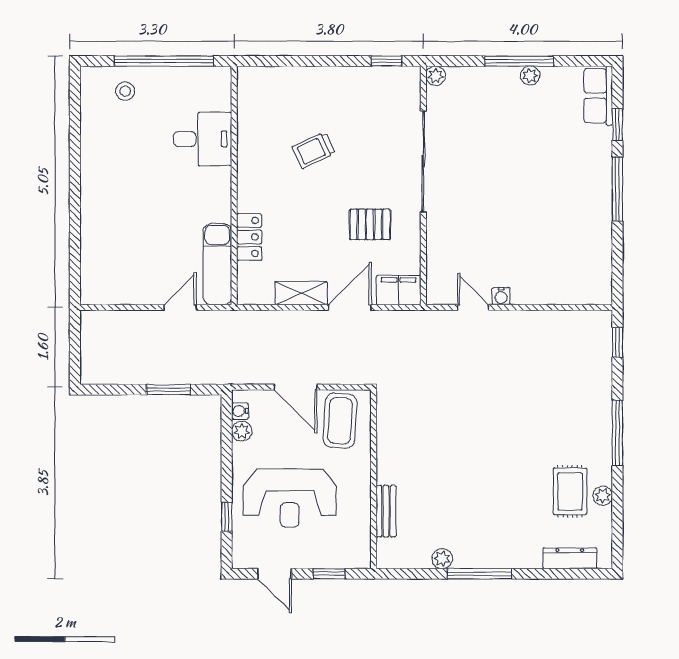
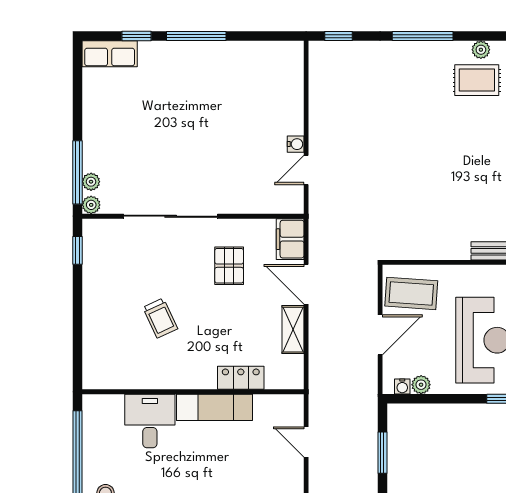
window: (519, 61) -> (78, 172), moved
plant: (530, 76) -> (91, 182), moved
exam couch: (217, 264) -> (214, 407), moved

